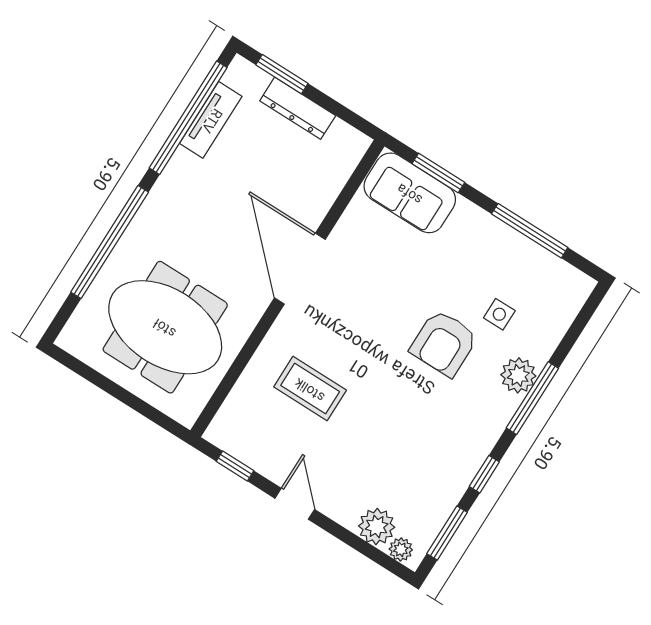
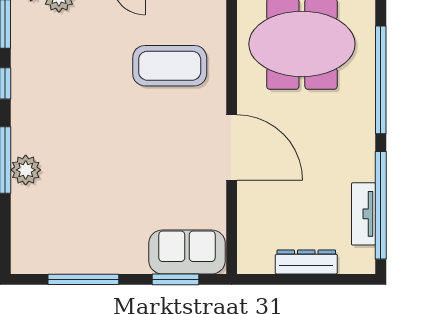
window: (282, 74) -> (333, 279), removed
side table: (499, 314) -> (67, 205), removed
armchair: (444, 343) -> (94, 159), removed
coffee table: (310, 389) -> (170, 66), width x1.36, depth x1.32

